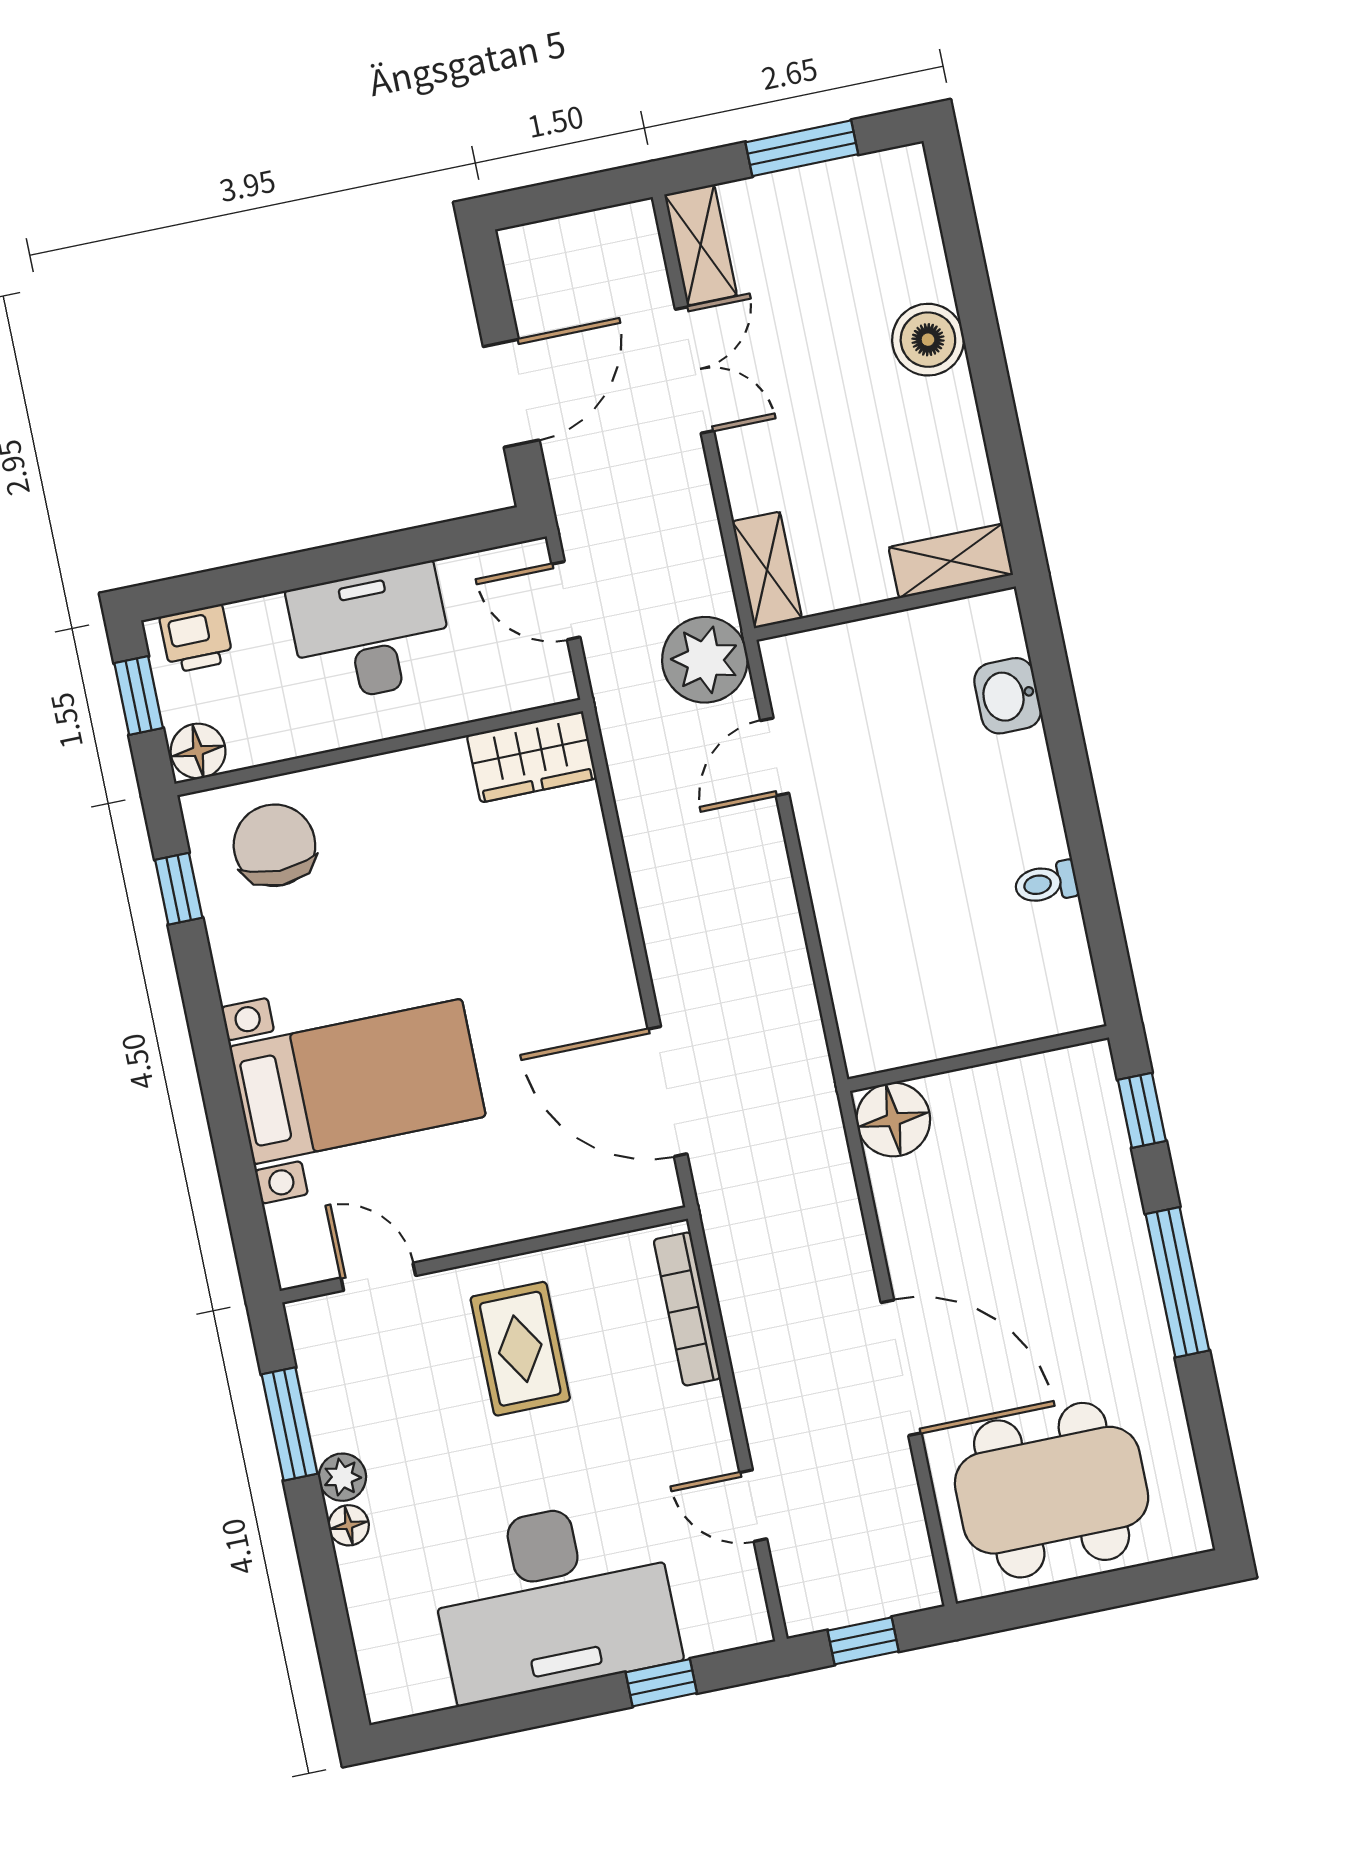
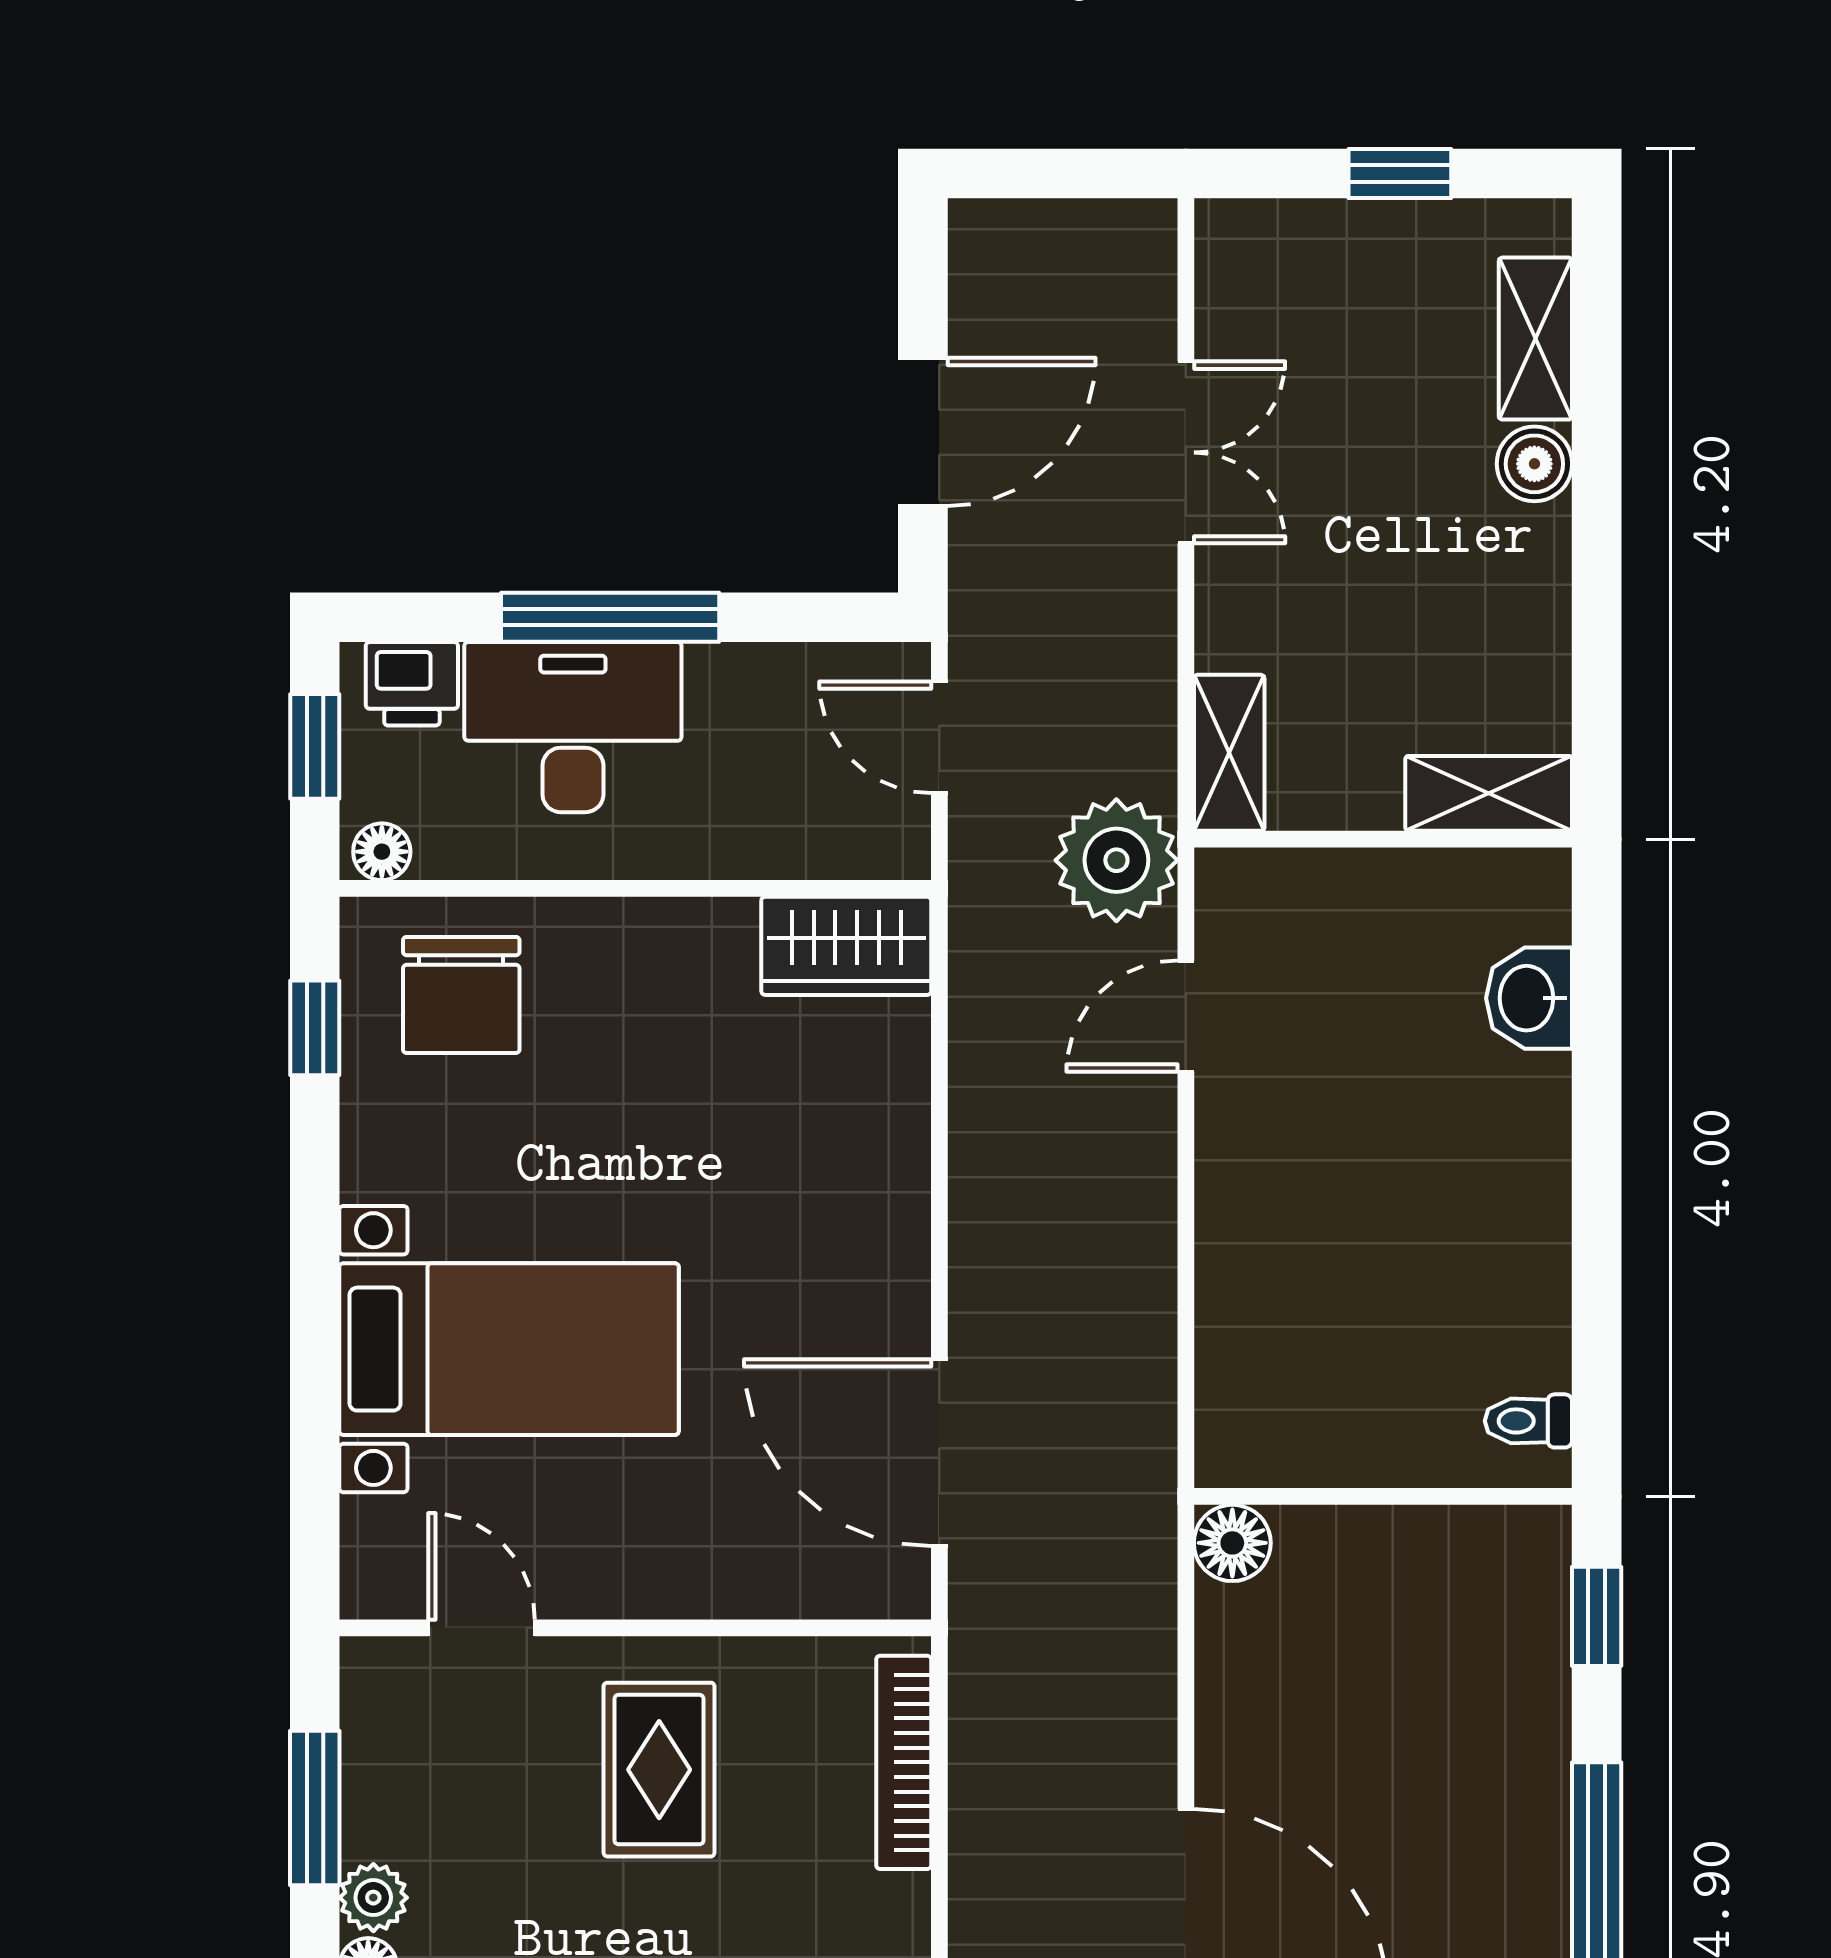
window: (802, 148) -> (1400, 174), width x0.67
shelving: (701, 245) -> (1535, 339), moved
boiler: (928, 340) -> (1534, 464), width x0.73, depth x0.73
window: (323, 565) -> (610, 617), added
desk: (371, 634) -> (573, 727), moved
floor lamp: (198, 751) -> (382, 852), width x0.73, depth x0.73
chair: (274, 845) -> (461, 995), turned 180
toilet: (1046, 883) -> (1528, 1421), moved
floor lamp: (893, 1120) -> (1232, 1543), width x0.73, depth x0.73

